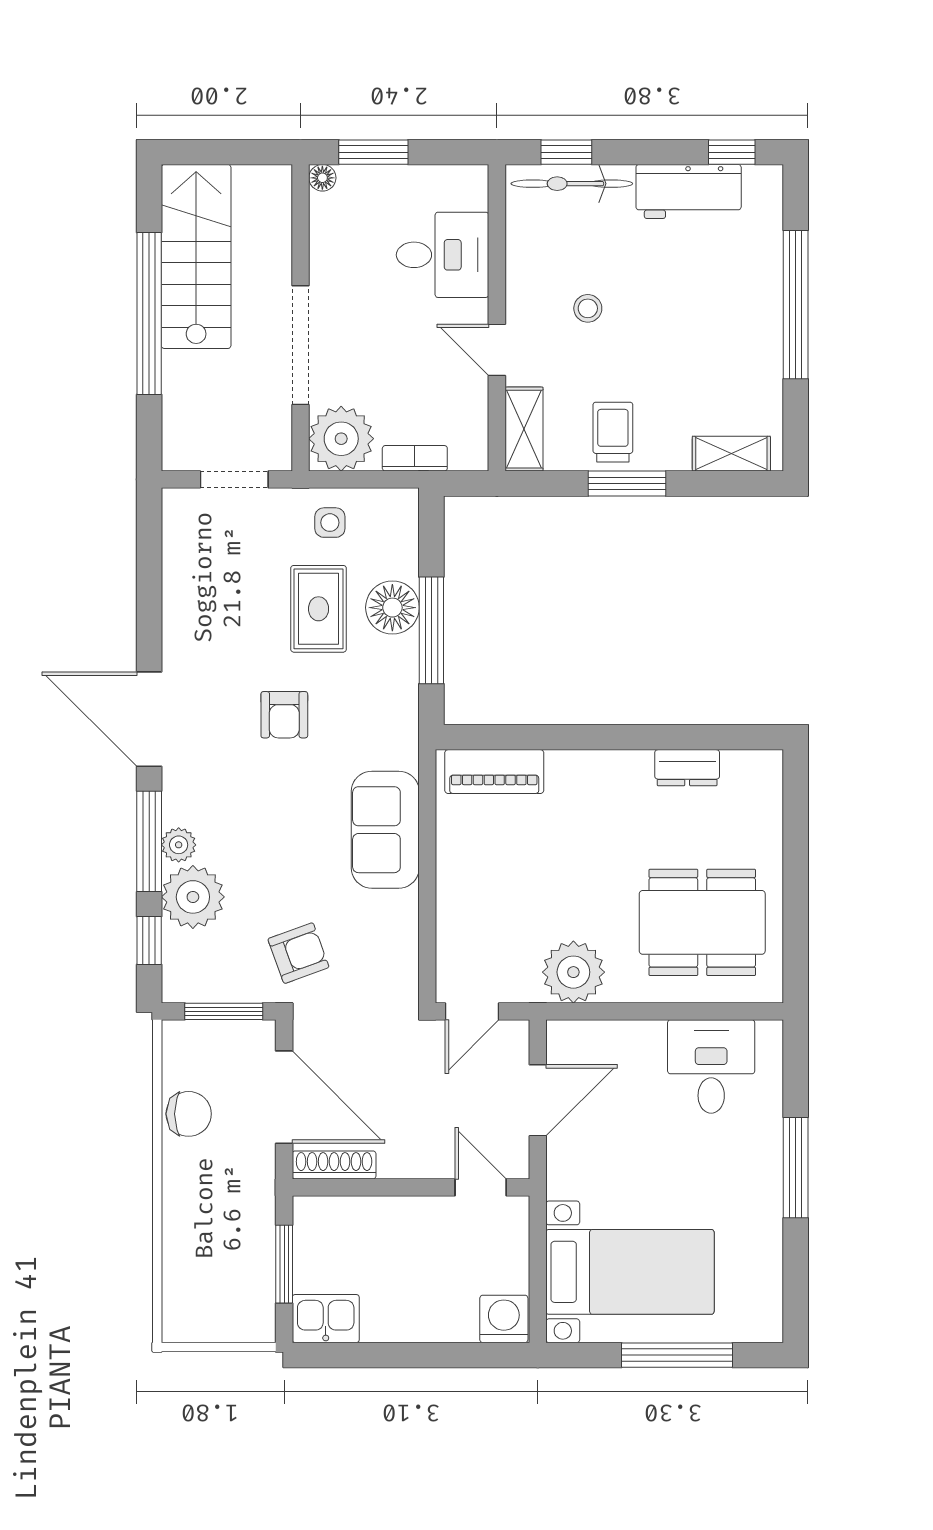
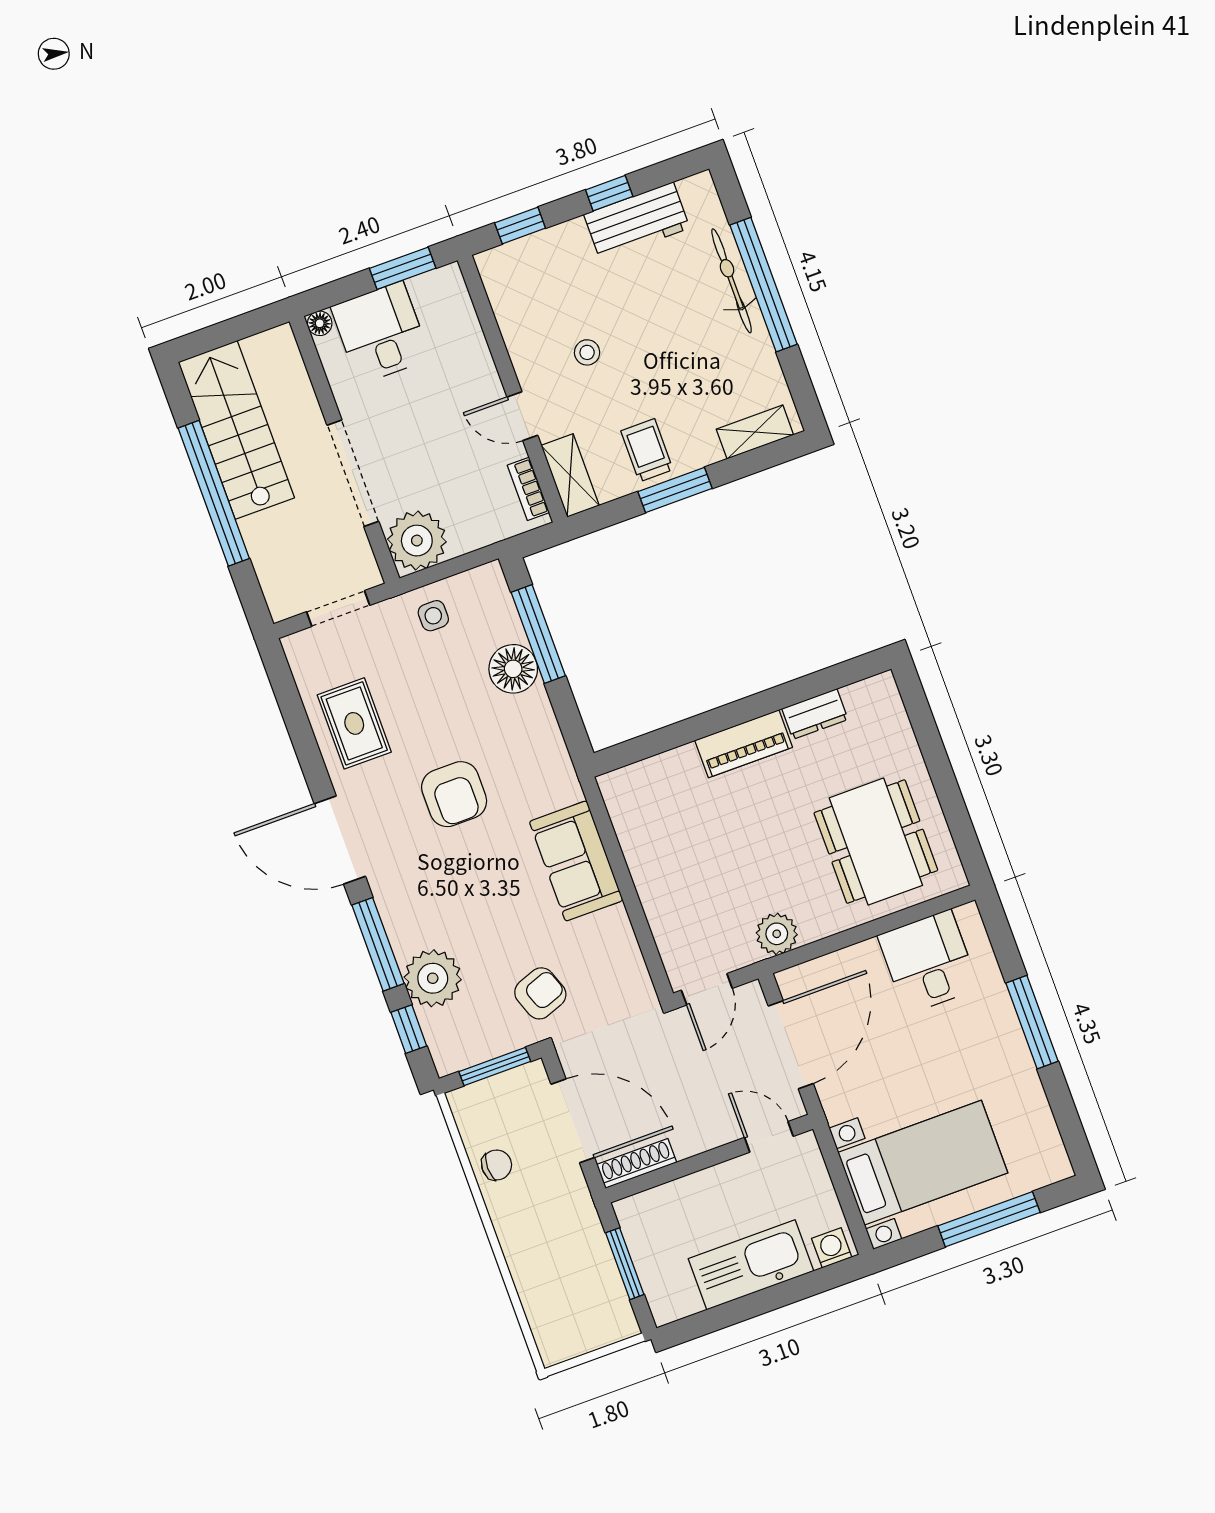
window: (373, 152) -> (403, 268), moved
window: (732, 152) -> (609, 193), moved
bicycle: (572, 184) -> (732, 281), moved, turned 90
desk: (443, 255) -> (381, 333), moved, turned -90
bookcase: (415, 458) -> (528, 489), moved, turned -90
rug: (319, 609) -> (354, 723), moved
window: (431, 630) -> (538, 634), moved
armchair: (284, 715) -> (454, 794), width x1.38, depth x1.38
piano: (494, 772) -> (744, 744), moved
plant: (179, 845) -> (404, 938), removed
dining table: (702, 922) -> (876, 842), turned 90
plant: (573, 972) -> (777, 934), width x0.73, depth x0.73
door: (538, 1100) -> (791, 1045), width x1.36
chair: (189, 1114) -> (497, 1165), width x0.73, depth x0.73
kitchen sink: (326, 1319) -> (751, 1265), moved, width x1.87, depth x1.24
washing machine: (504, 1319) -> (832, 1248), width x0.73, depth x0.73

